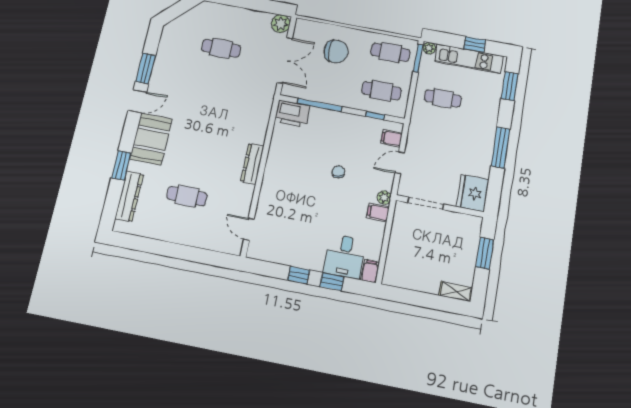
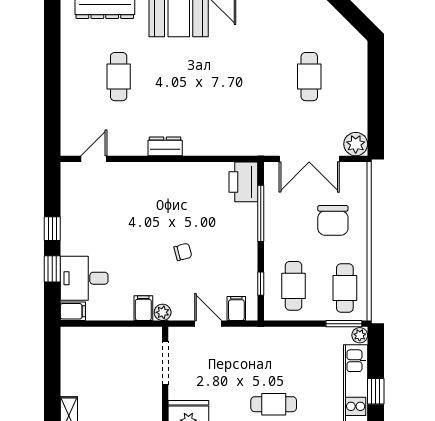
cafe table: (443, 98) -> (274, 404), moved, turned 90
dresser: (252, 164) -> (165, 146), width x0.70

